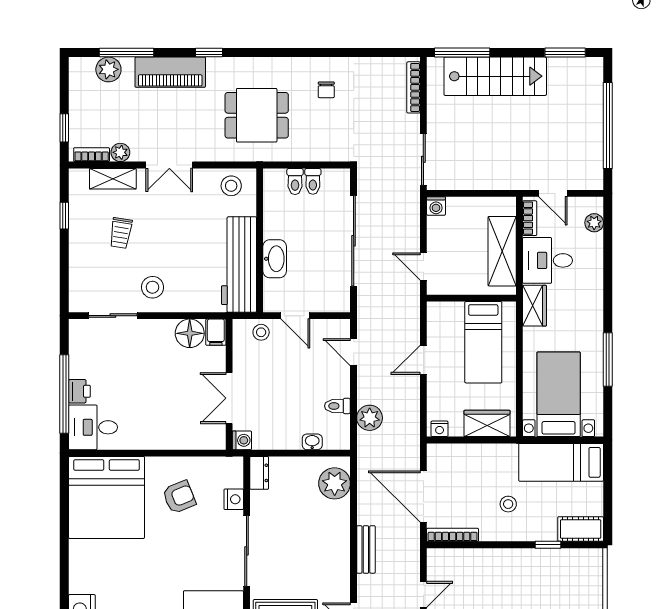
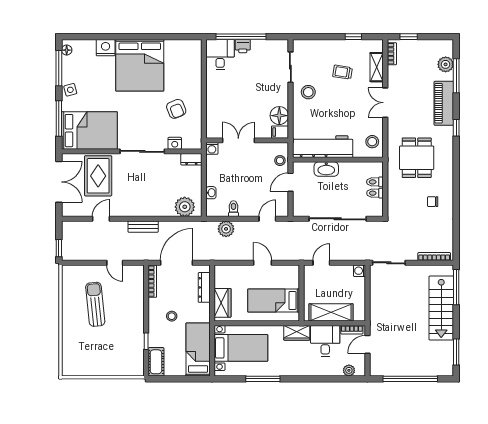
plant: (120, 152) -> (393, 72), removed
nightstand: (440, 429) -> (219, 273), removed
dresser: (463, 453) -> (204, 287), added
bed: (107, 497) -> (140, 65), moved, turned -90

